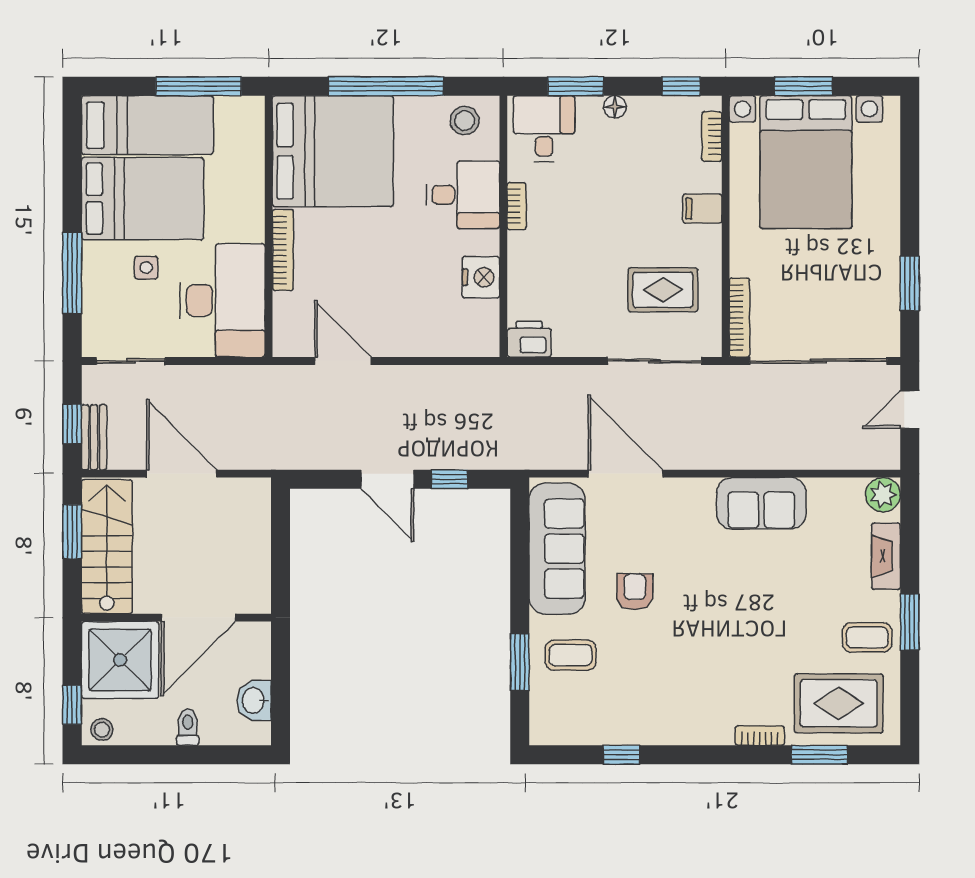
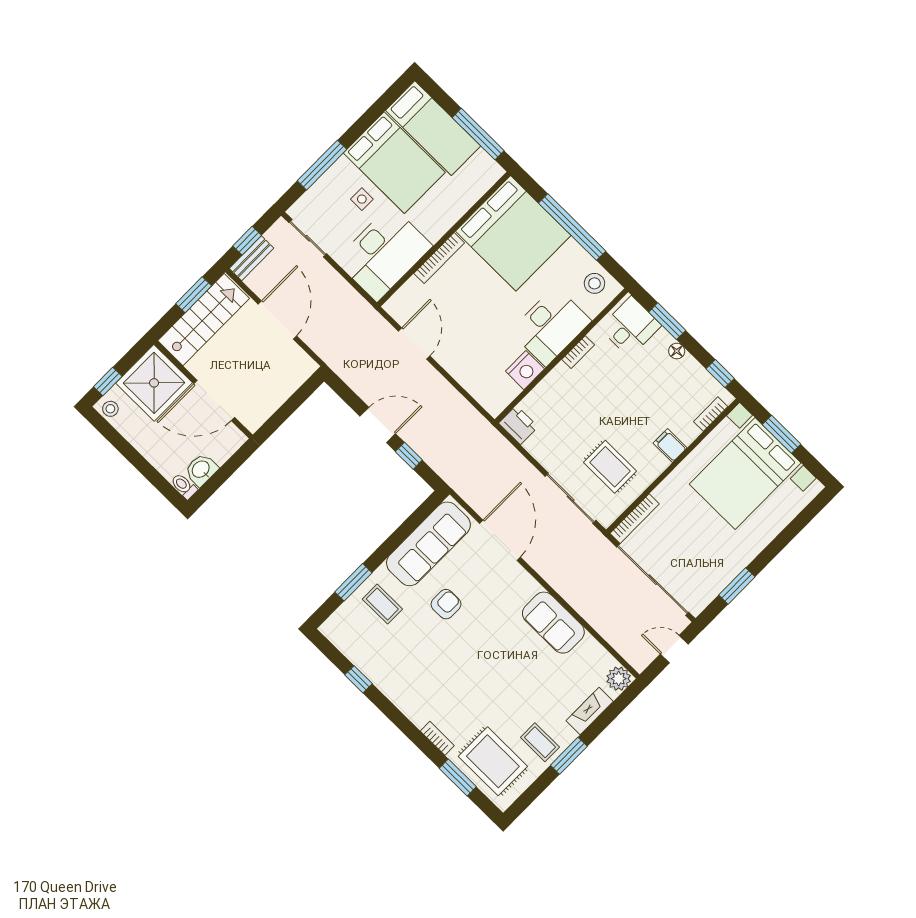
desk: (463, 195) -> (551, 326), width x1.37
door: (387, 479) -> (378, 425), swing flipped
toilet: (188, 727) -> (184, 486), moved, turned -90

